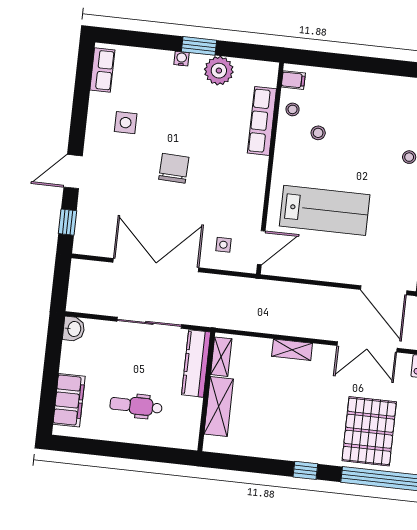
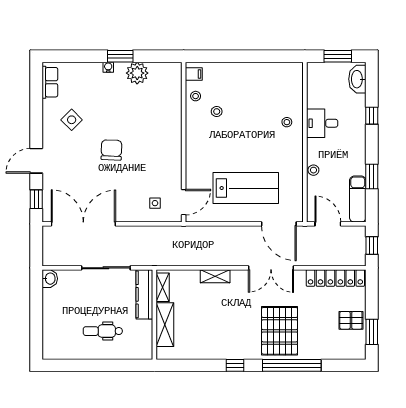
row of seats: (262, 121) -> (174, 107), removed
side table: (126, 123) -> (72, 120), turned 45
lab bench: (325, 210) -> (246, 188), moved
double door: (156, 265) -> (83, 224), moved
filing cabinet: (69, 400) -> (52, 332), removed

